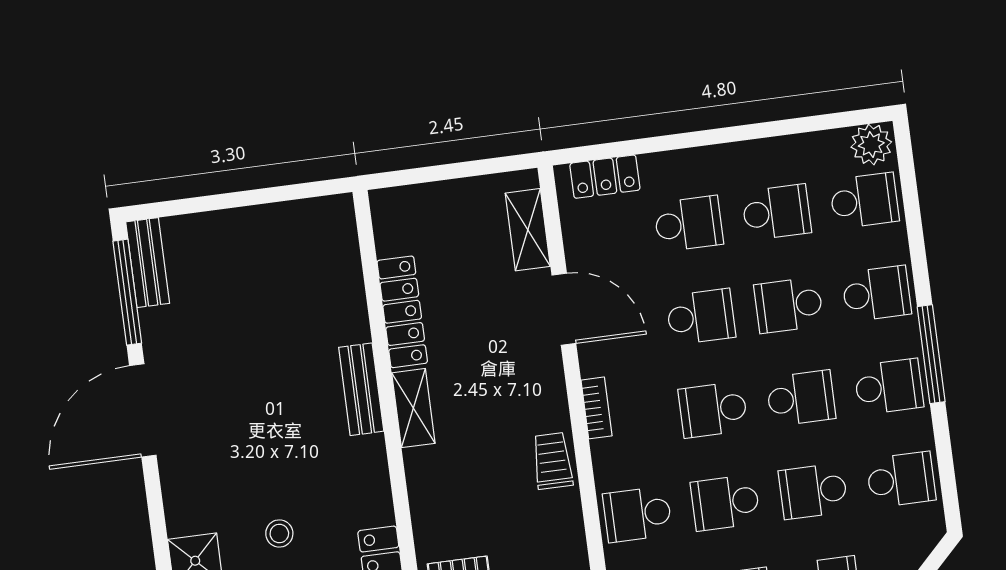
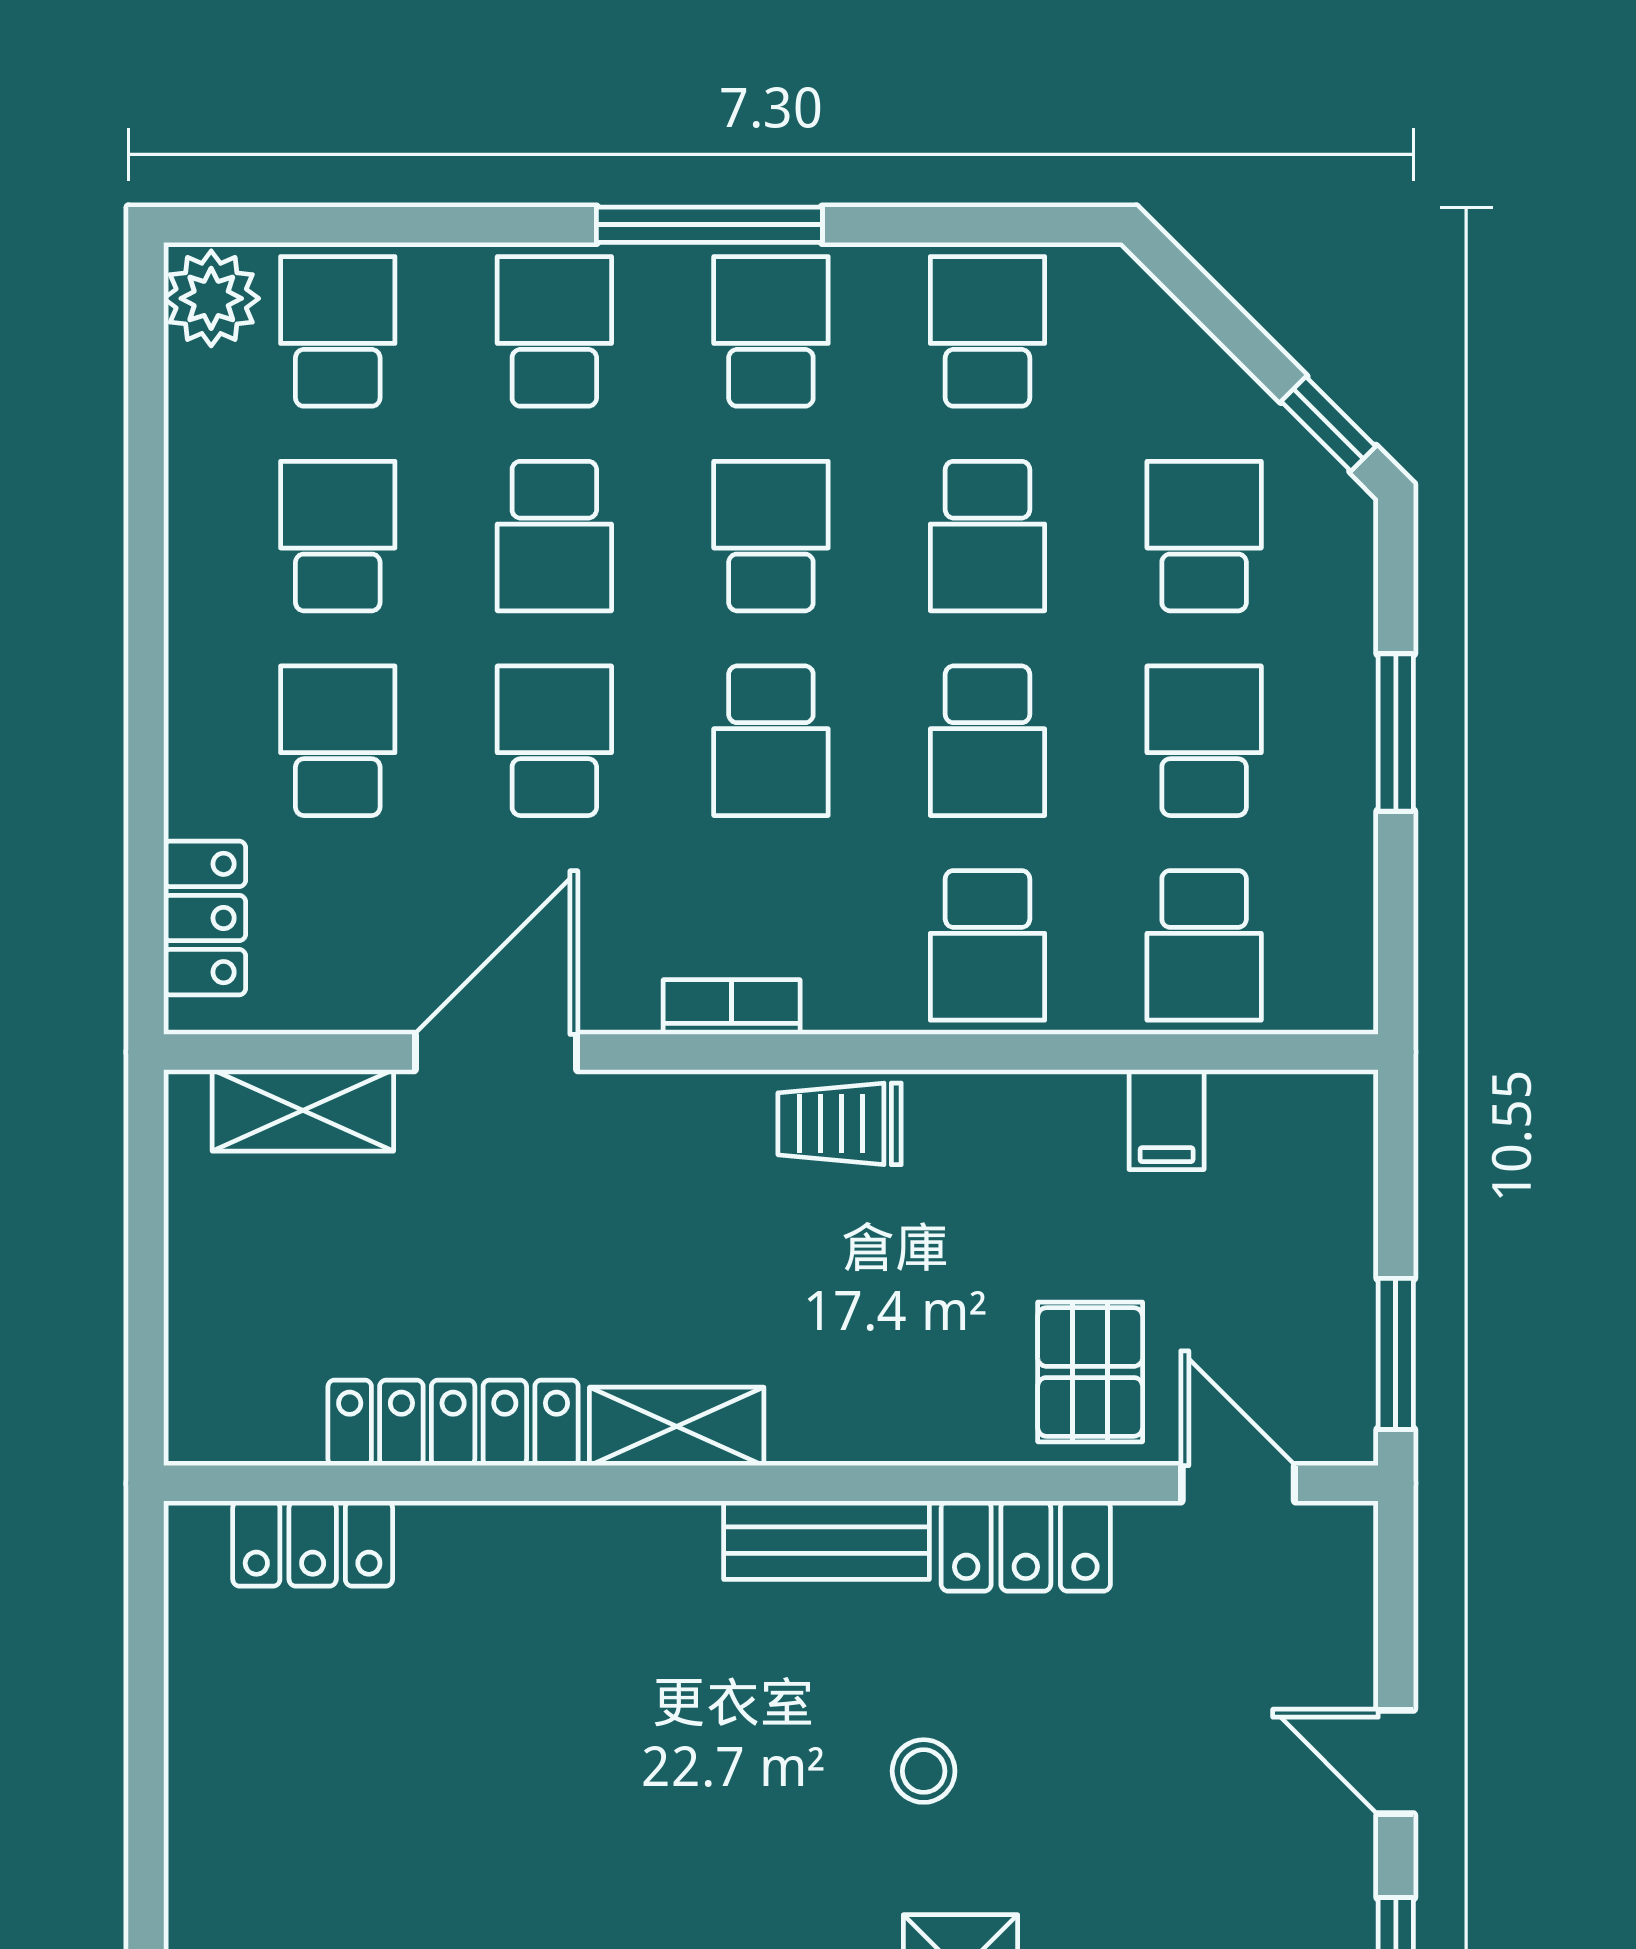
locker: (342, 258) -> (313, 1544), added
bench: (361, 389) -> (827, 1540), moved

